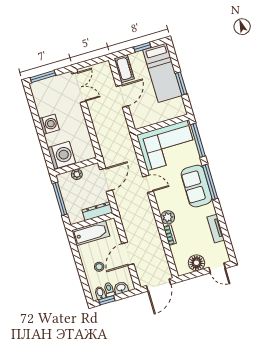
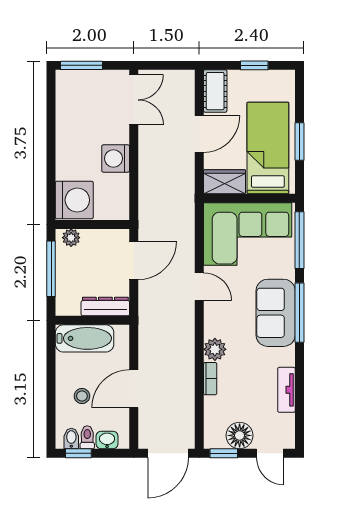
bed: (162, 73) -> (268, 148), moved, turned 180
wardrobe: (145, 119) -> (225, 182), added
washing machine: (49, 124) -> (116, 158), moved, turned 180
plant: (77, 174) -> (71, 238), moved
window: (190, 276) -> (224, 453), added

